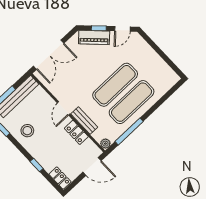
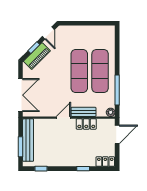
door: (64, 108) -> (63, 118), swing flipped
stool: (27, 131) -> (56, 154), removed

